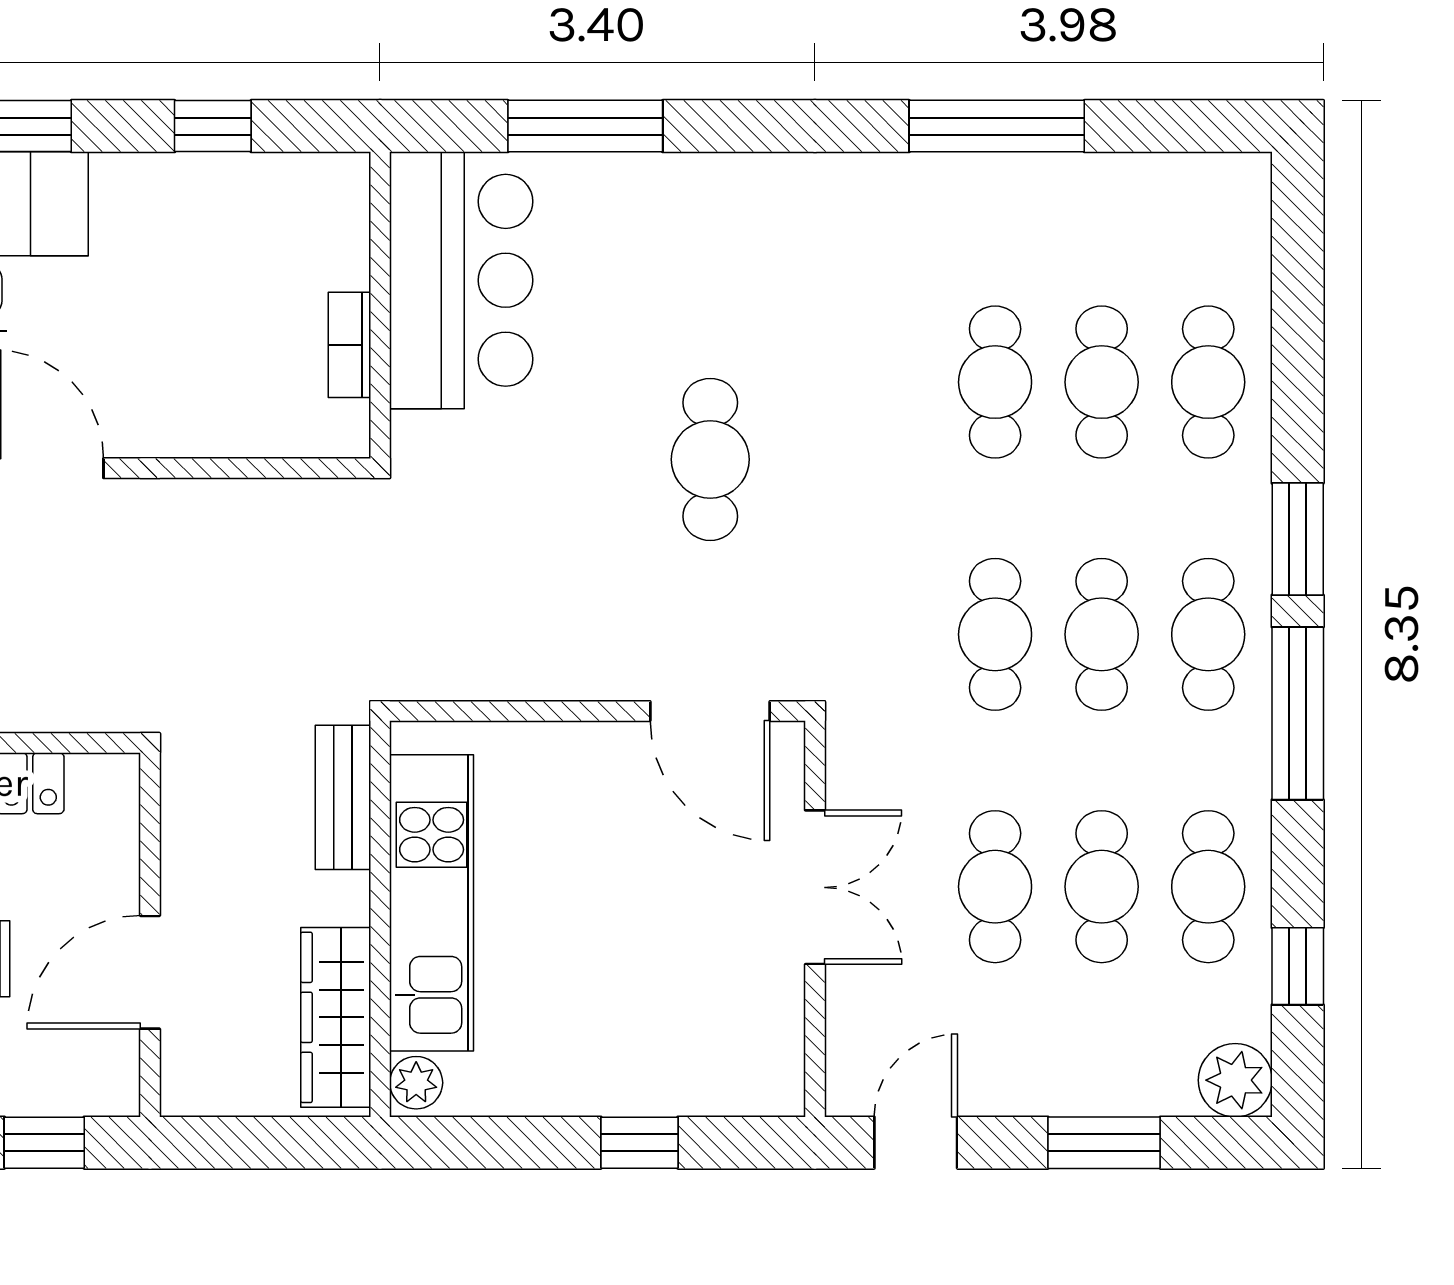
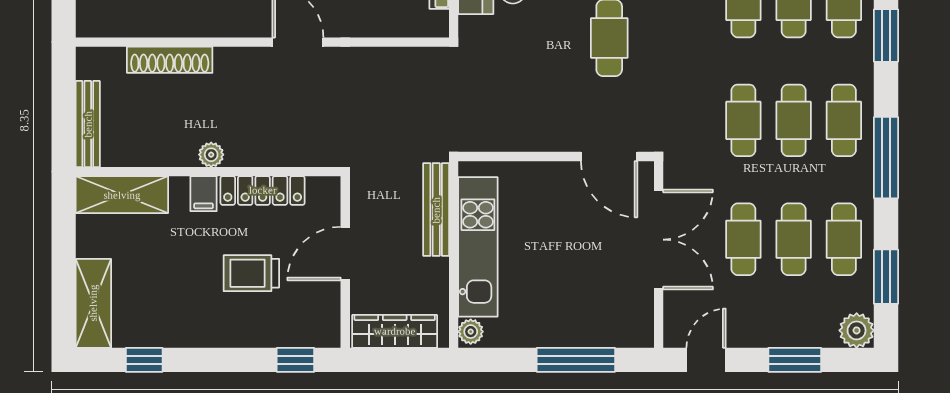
window: (1298, 539) -> (886, 36), moved
bench: (343, 797) -> (436, 210), width x1.36
double door: (815, 887) -> (659, 240), width x1.37
window: (1298, 966) -> (886, 277), width x1.50
door: (150, 972) -> (345, 254), moved
wardrobe: (336, 1017) -> (395, 331), moved, turned 90
window: (639, 1143) -> (576, 360), width x2.17

